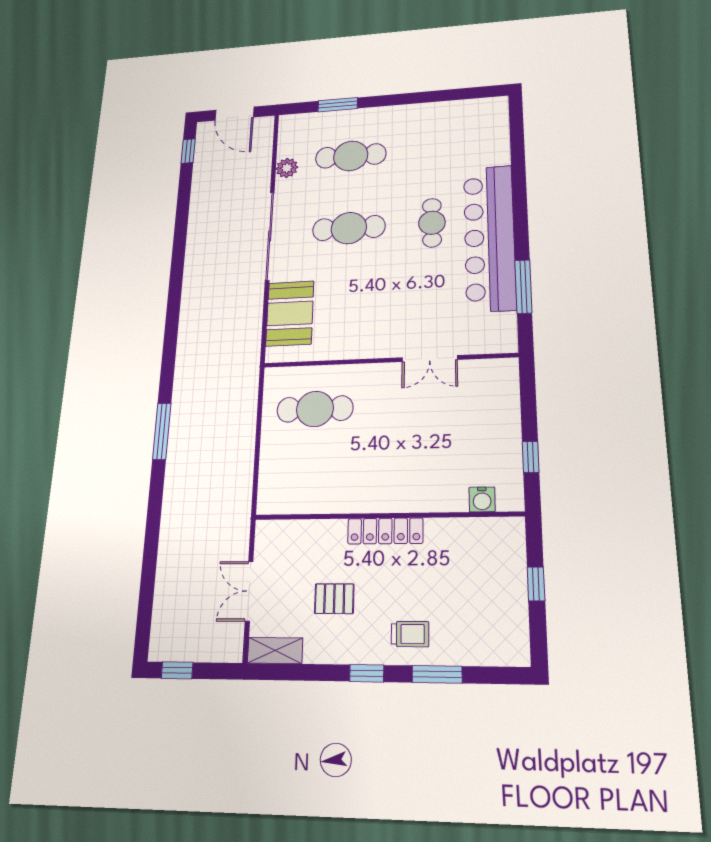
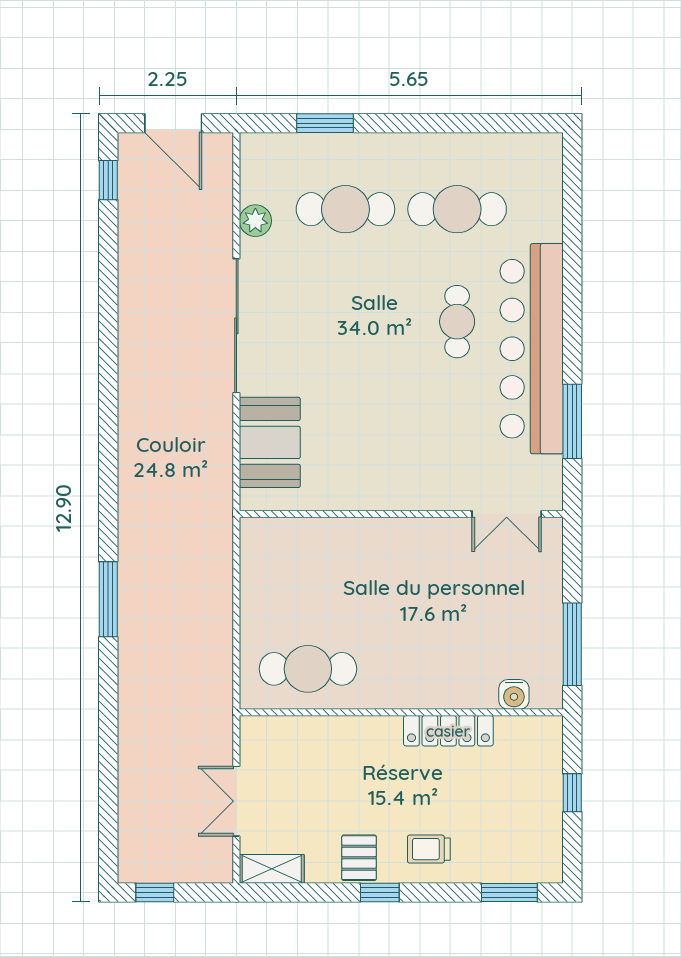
cafe table: (349, 228) -> (457, 209), moved
double door: (430, 359) -> (507, 514), moved
cafe table: (315, 409) -> (308, 669), moved
window: (531, 457) -> (572, 644), width x2.17
locker: (385, 531) -> (448, 731), moved
pallet: (334, 599) -> (359, 858), moved, turned 90
trolley: (410, 634) -> (429, 849), turned 180
window: (437, 674) -> (509, 893), moved

